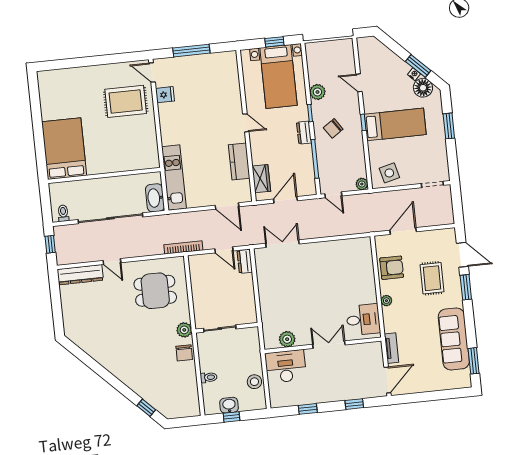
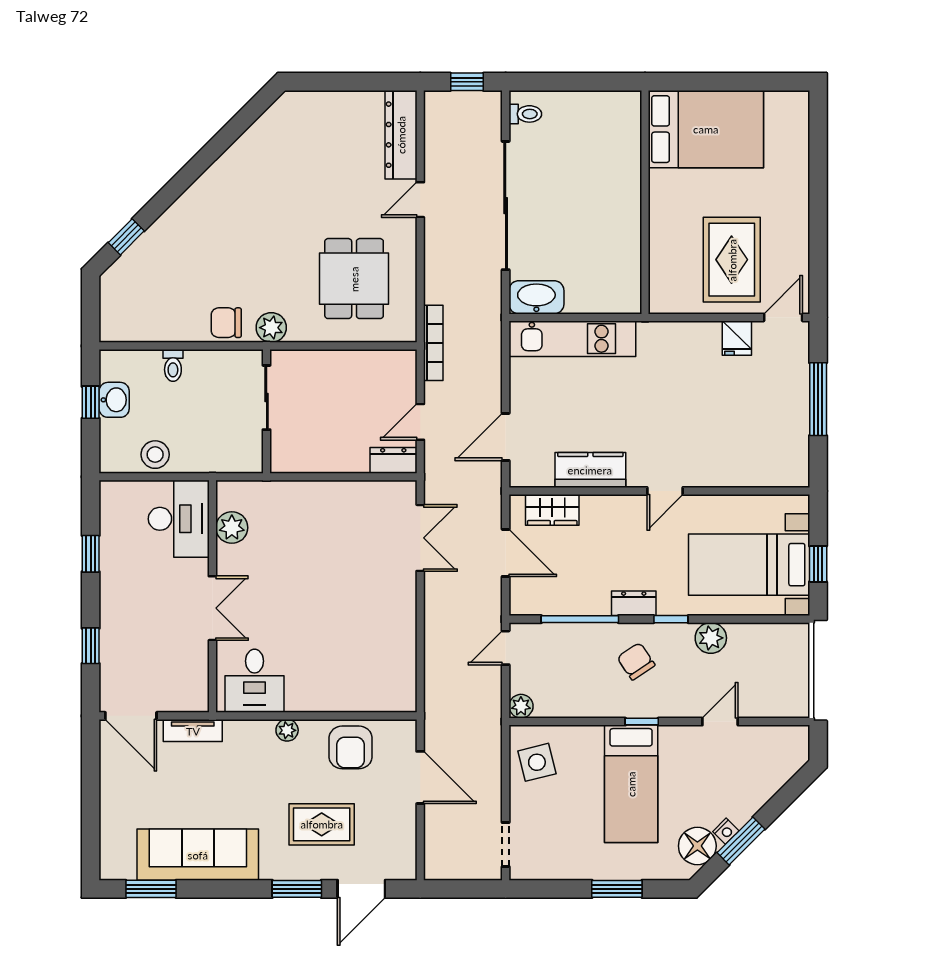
bed: (64, 149) -> (706, 129), moved
wall: (104, 175) -> (645, 202), moved

